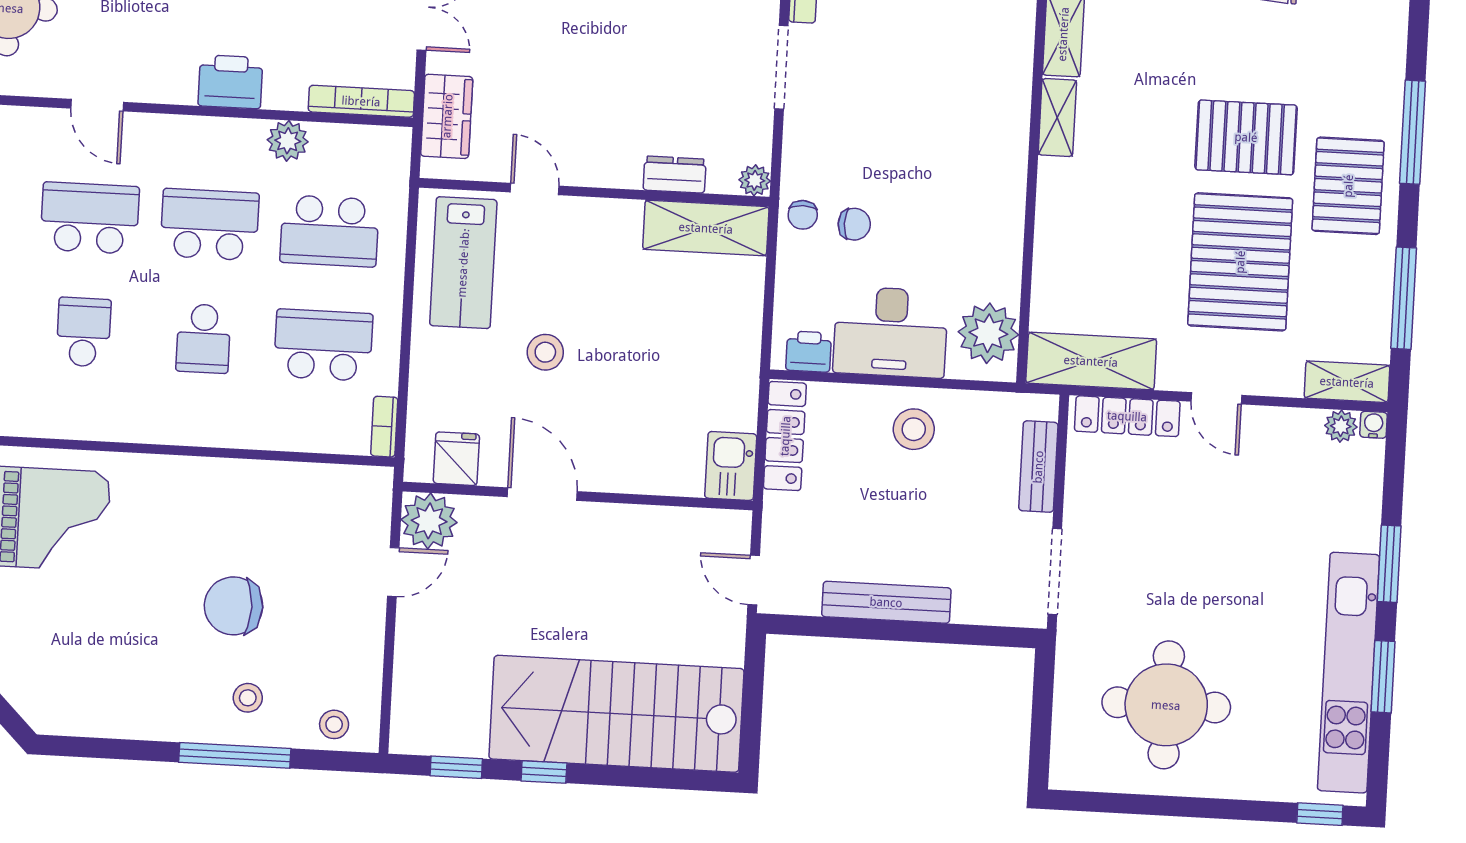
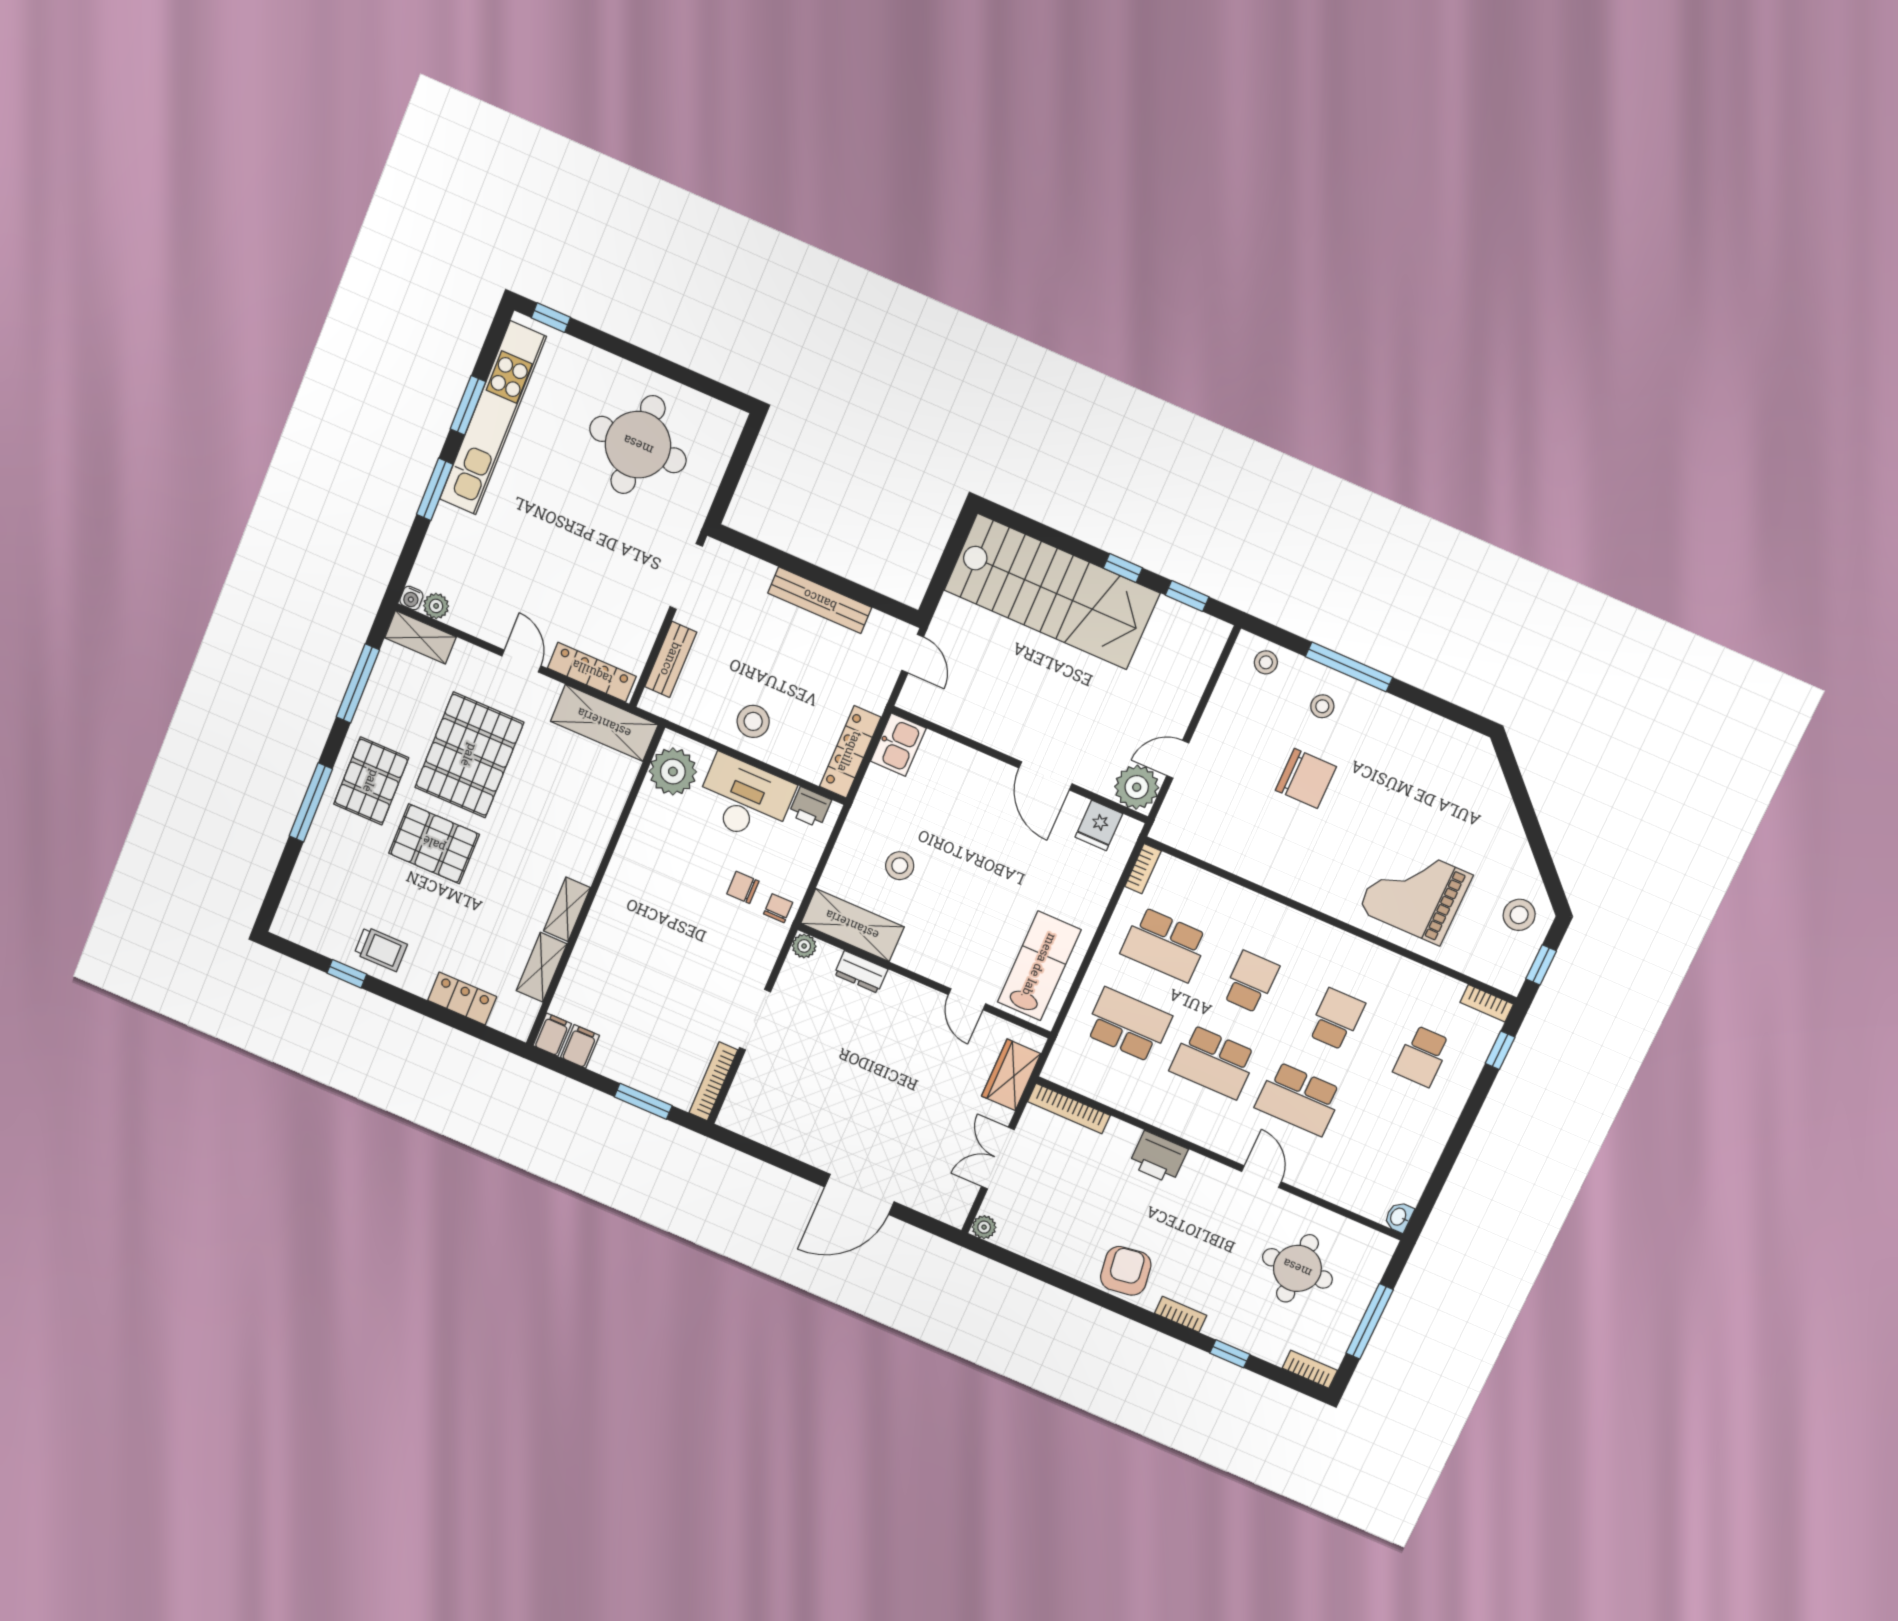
plant: (288, 141) -> (1133, 1100), removed
school desk: (84, 332) -> (1336, 1019), turned 180
stool: (545, 352) -> (900, 866), moved

